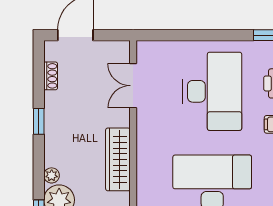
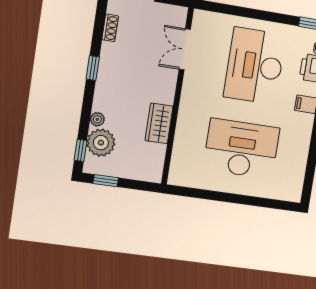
desk: (212, 91) -> (255, 66), turned 180
wardrobe: (118, 159) -> (159, 123), width x0.67

